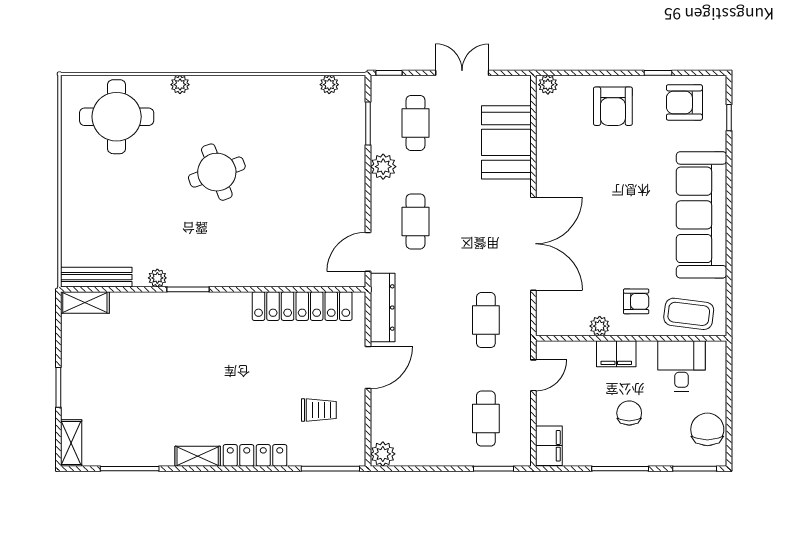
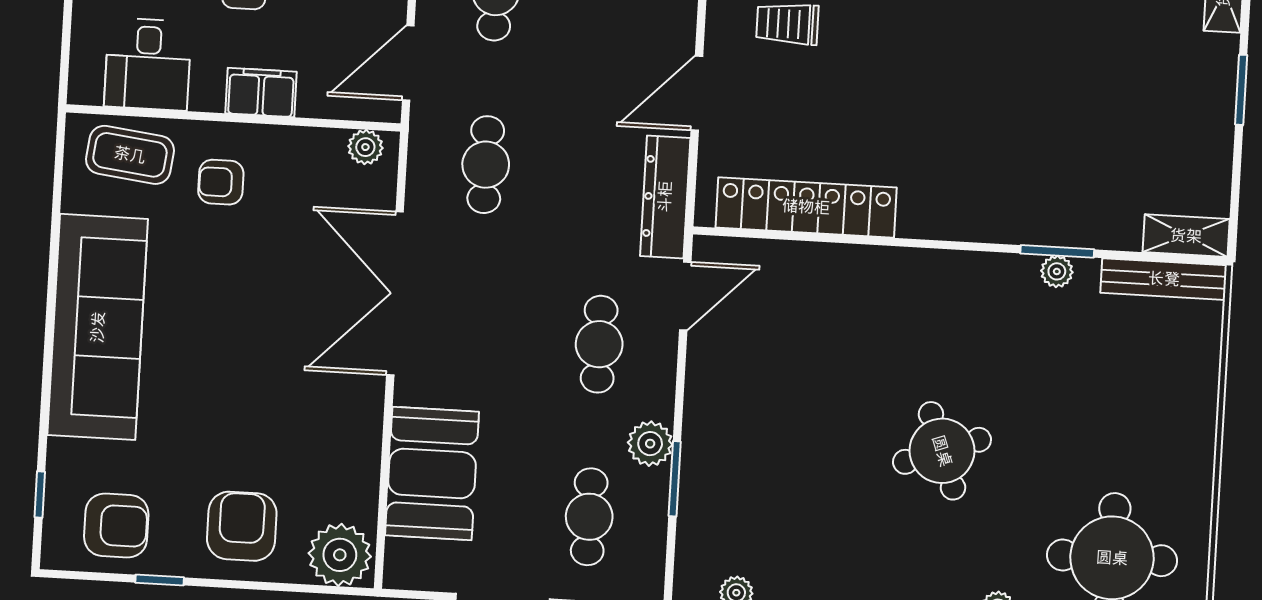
plant: (548, 85) -> (340, 555), width x1.87, depth x1.87
window: (368, 124) -> (675, 479), moved
window: (188, 289) -> (1057, 251), moved
plant: (600, 326) -> (365, 147), moved
door: (533, 375) -> (408, 63), width x1.38

